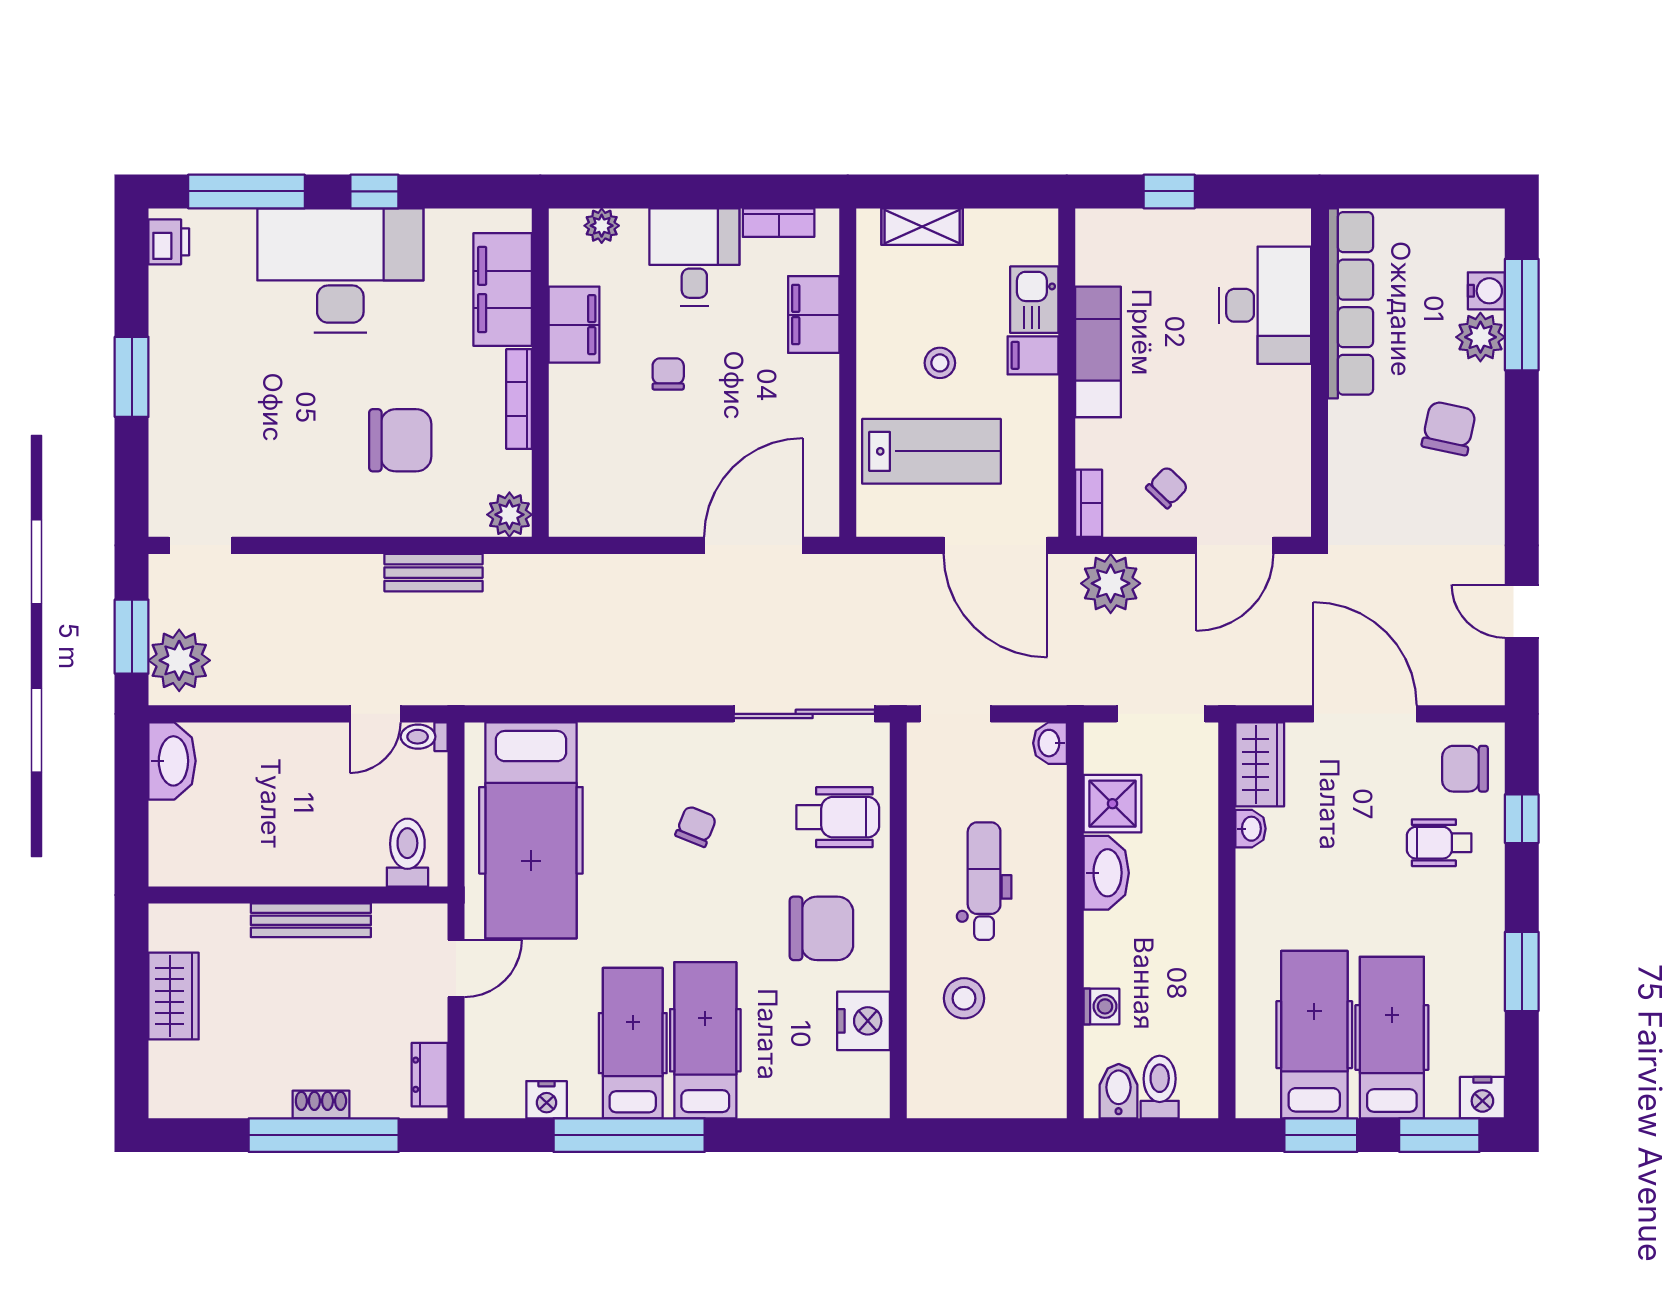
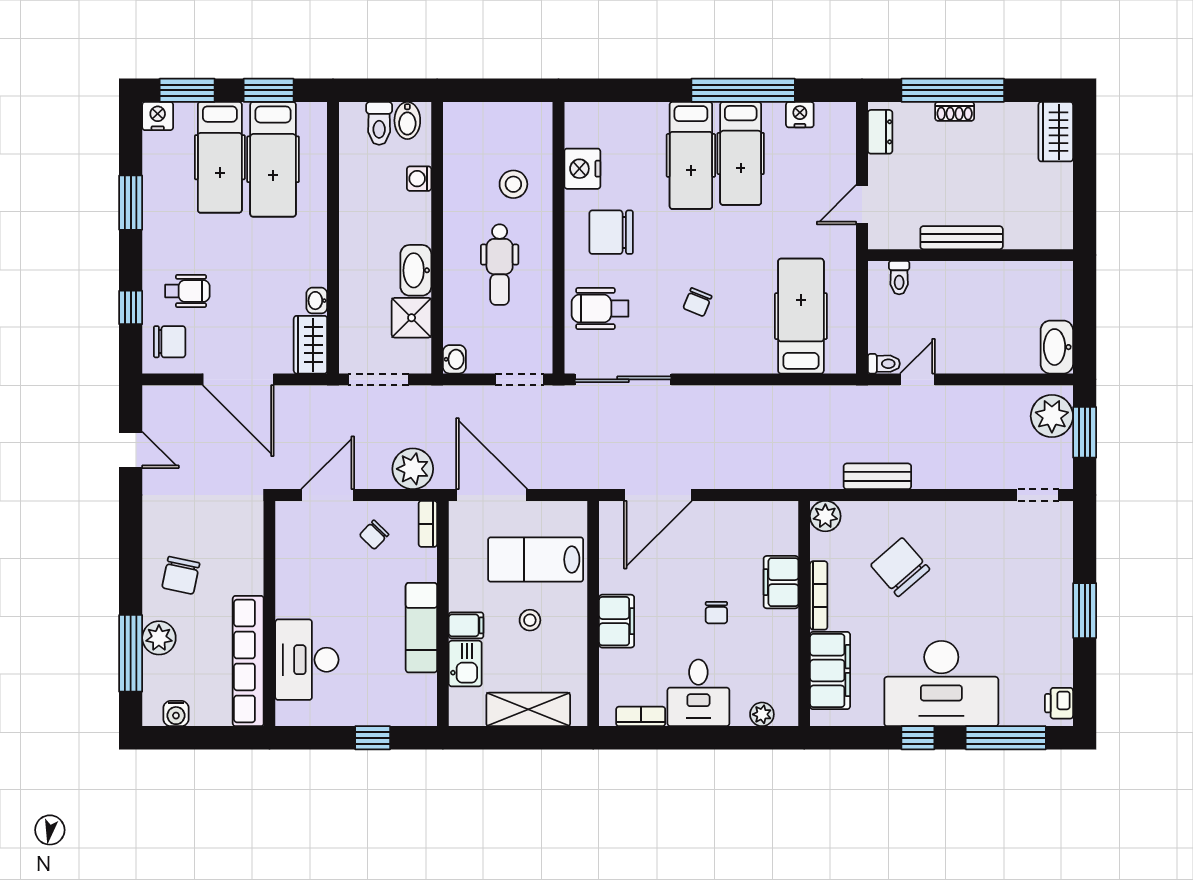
shelving: (922, 227) -> (528, 709), width x1.50, depth x1.33
water cooler: (1486, 291) -> (176, 714), moved, turned -90
filing cabinet: (814, 315) -> (617, 621), moved
filing cabinet: (574, 325) -> (781, 582), moved
chair: (400, 440) -> (900, 567), turned 49
hospital bed: (531, 830) -> (801, 316), width x0.73, depth x0.78
toilet: (407, 853) -> (899, 278), width x0.73, depth x0.72
wardrobe: (174, 996) -> (1056, 132), moved

